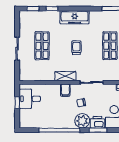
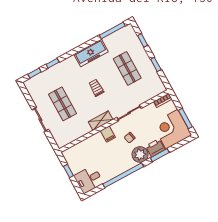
freezer: (75, 17) -> (91, 53), moved
desk: (30, 99) -> (89, 179), moved

